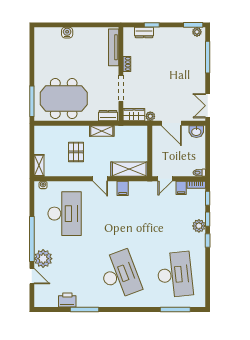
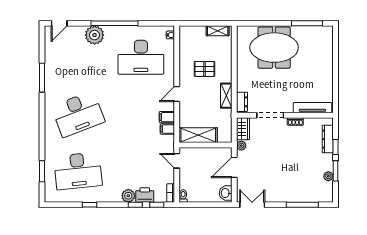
window: (193, 25) -> (336, 171), moved
dresser: (144, 32) -> (328, 139), width x1.44
plant: (197, 32) -> (328, 176), moved
water cooler: (67, 33) -> (328, 60), removed
meeting table: (64, 98) -> (274, 48), moved, turned 90
window: (32, 101) -> (307, 23), moved
shelving: (39, 165) -> (218, 31), moved
shelving: (129, 169) -> (198, 135), moved, turned 90
filing cabinet: (181, 188) -> (167, 129), moved
window: (208, 241) -> (90, 205), moved
door: (32, 276) -> (59, 23), moved
printer: (67, 300) -> (145, 195), moved, turned -90
window: (175, 309) -> (42, 171), width x0.69

